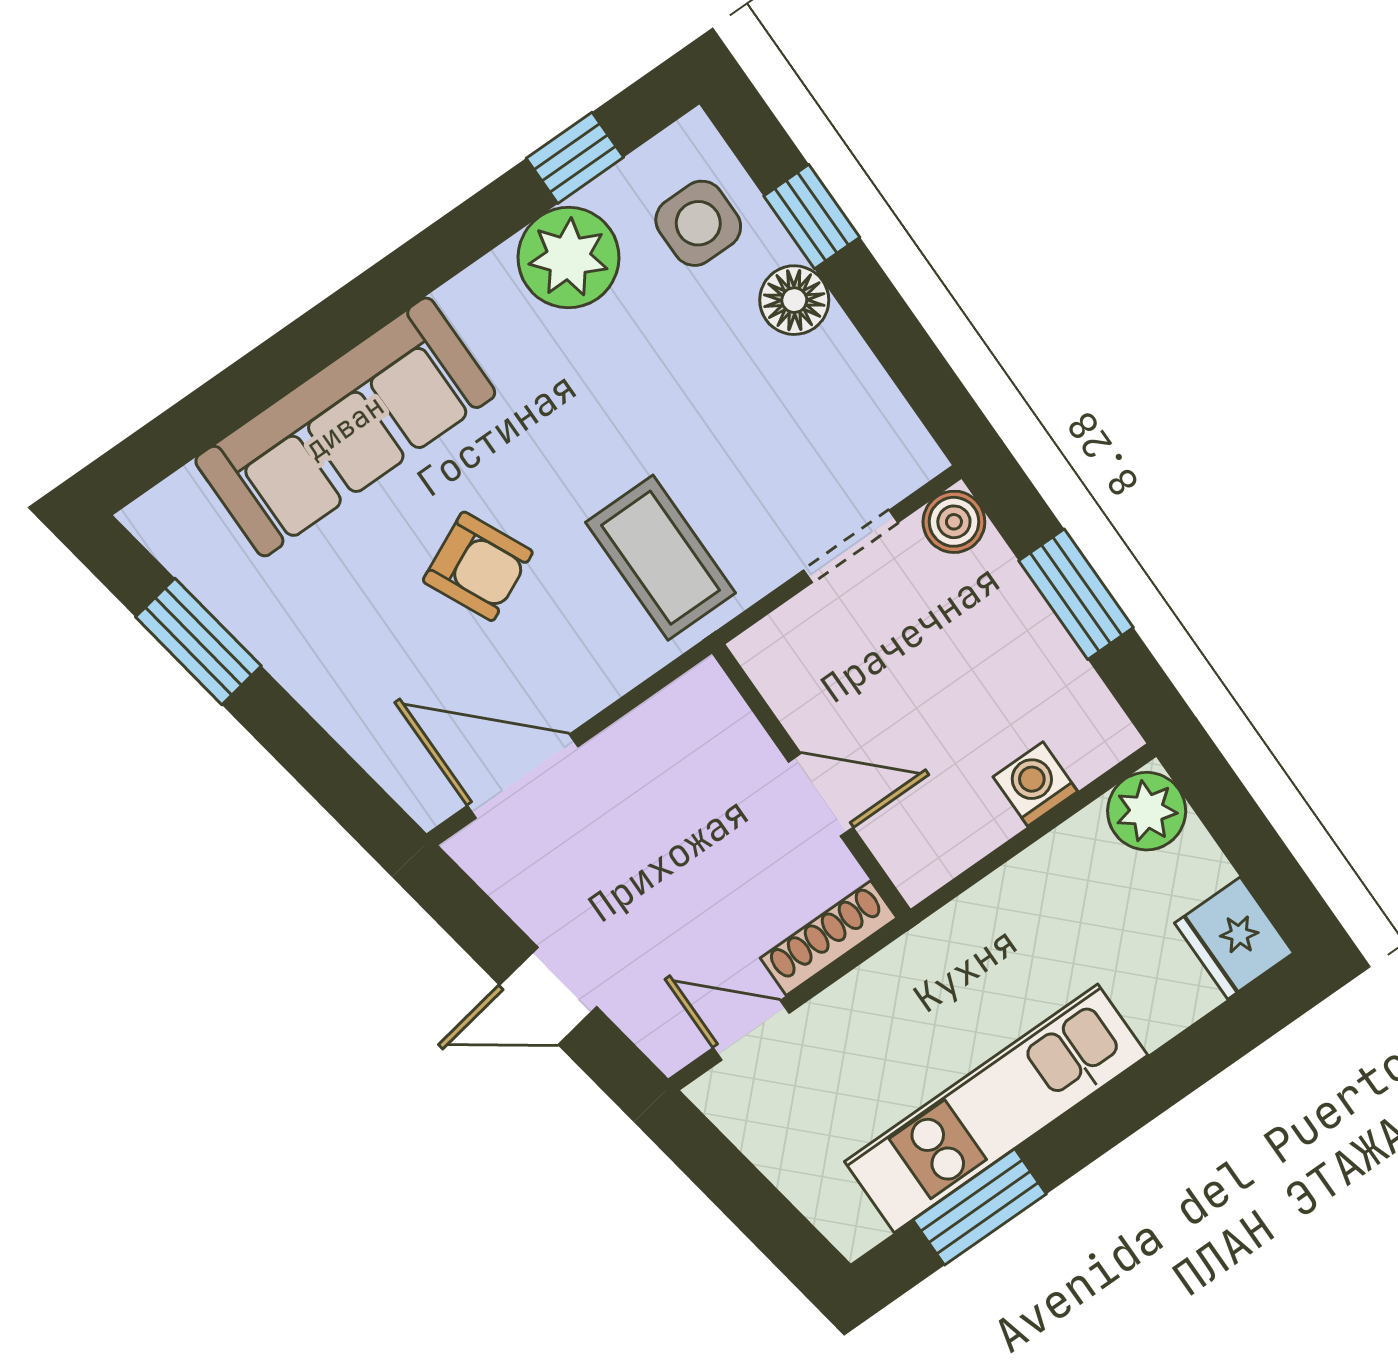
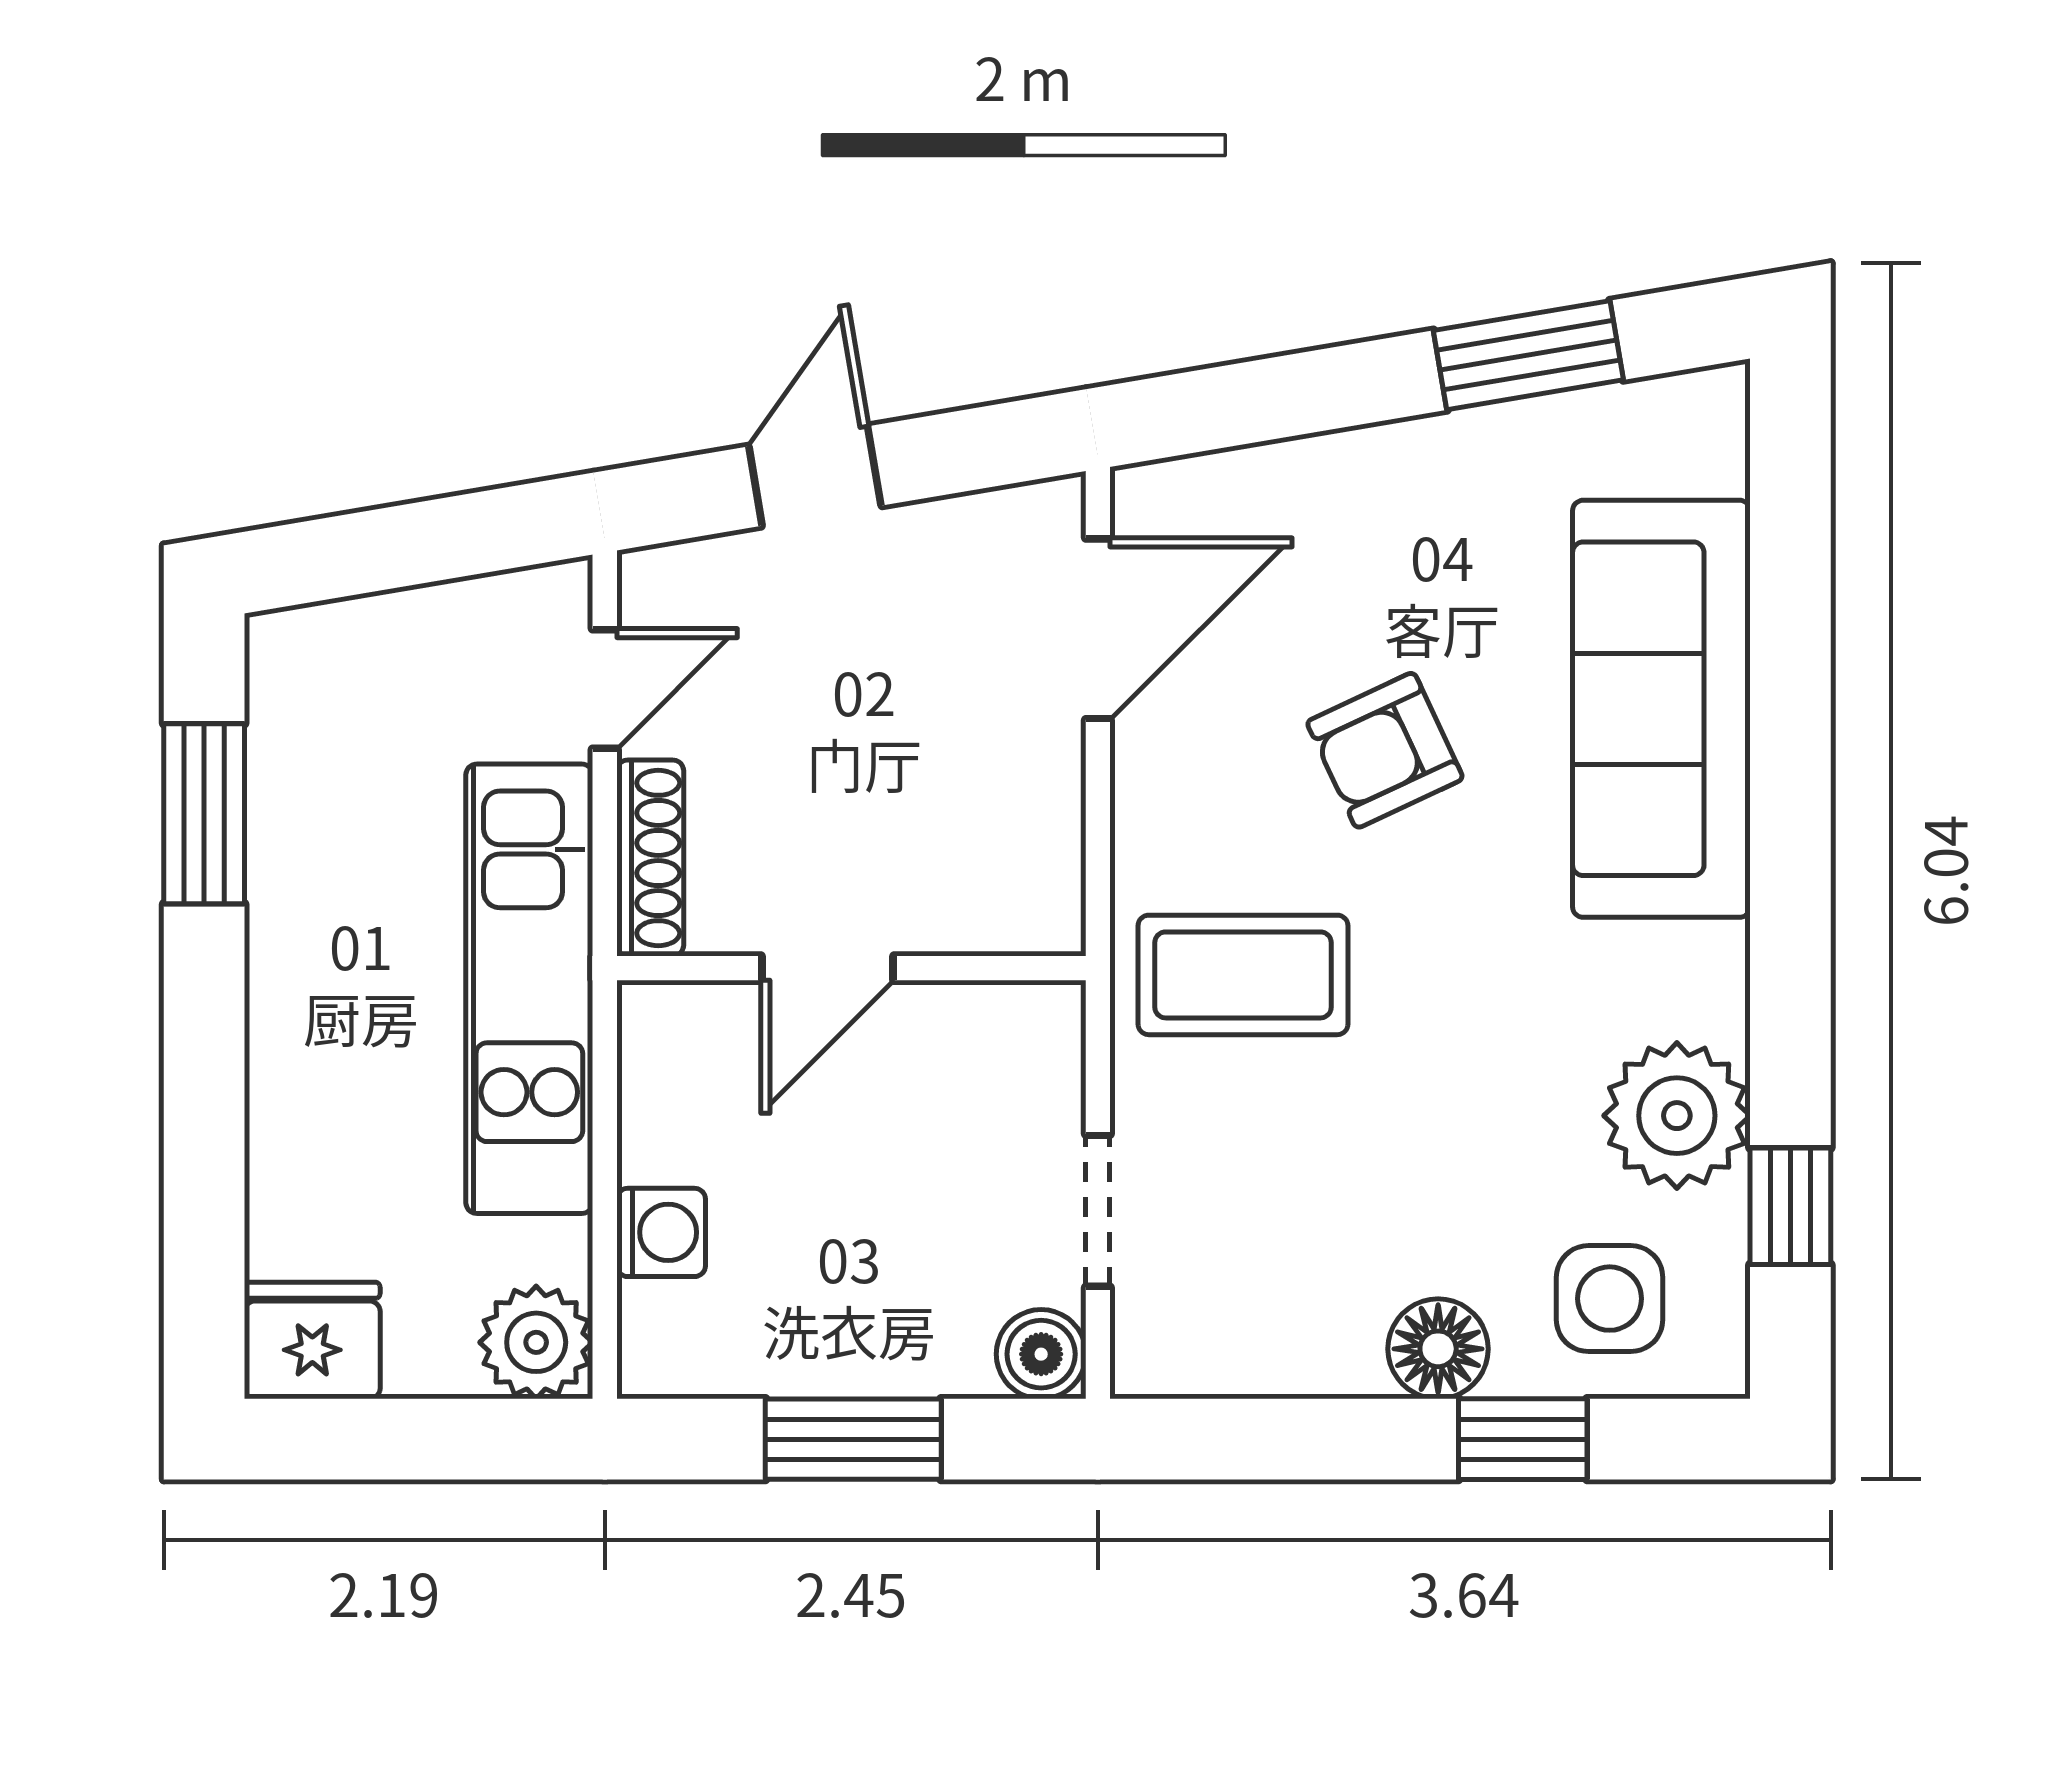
kitchen unit: (996, 1108) -> (529, 989), moved, turned 180

